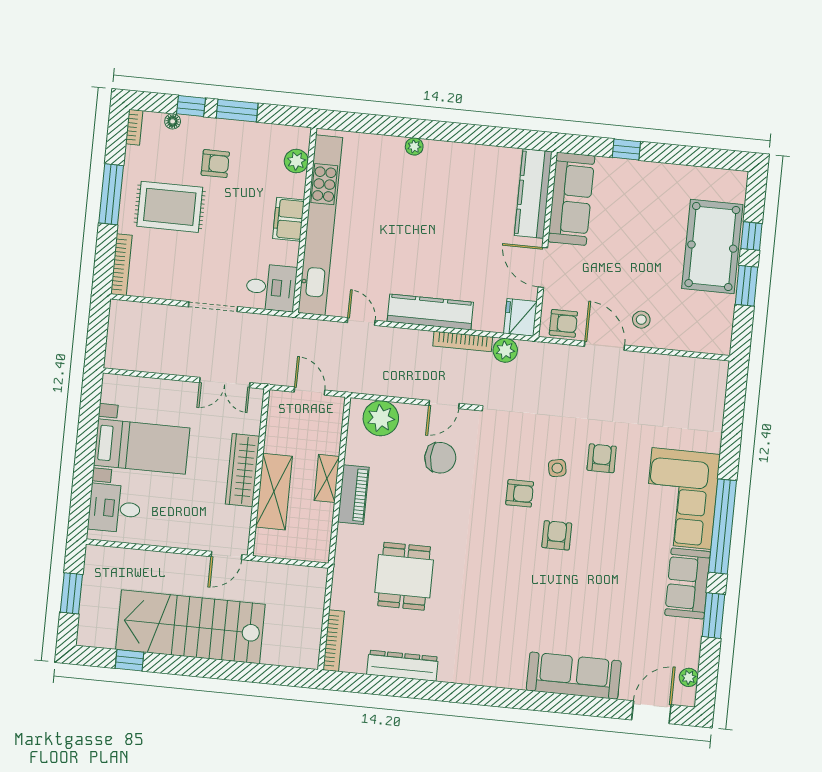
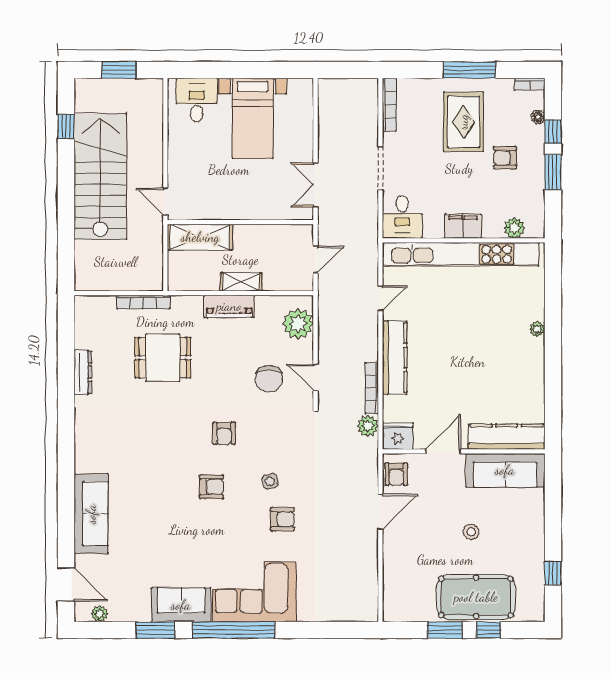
window: (626, 149) -> (553, 573), moved
armchair: (215, 164) -> (505, 158), turned 90
bookcase: (121, 265) -> (389, 105), moved, turned -90
stool: (641, 320) -> (471, 532), moved
wardrobe: (243, 470) -> (241, 208), removed
shelving: (274, 492) -> (200, 237), moved
armchair: (520, 493) -> (224, 433), moved
bookcase: (334, 641) -> (143, 302), moved
dresser: (403, 666) -> (83, 372), width x0.73, depth x0.80

